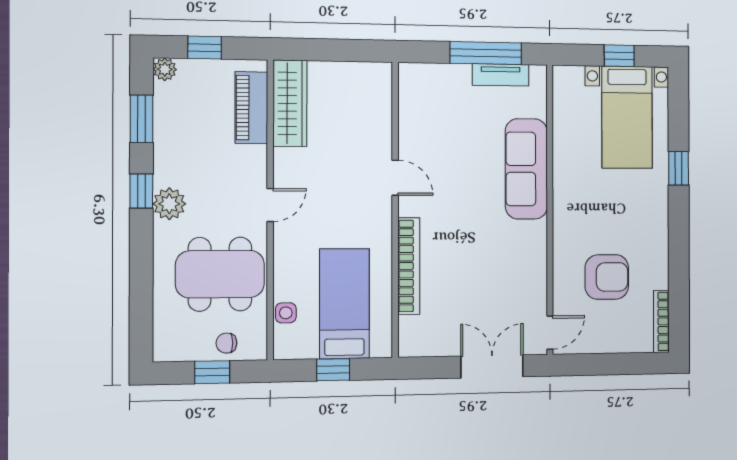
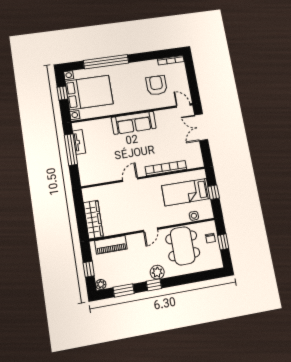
wardrobe: (290, 103) -> (93, 220), moved, turned 90
bed with nightstands: (627, 117) -> (89, 92), width x1.36
window: (679, 168) -> (106, 62), width x3.17
sofa: (526, 169) -> (134, 123), moved
door: (270, 205) -> (151, 230), swing flipped

